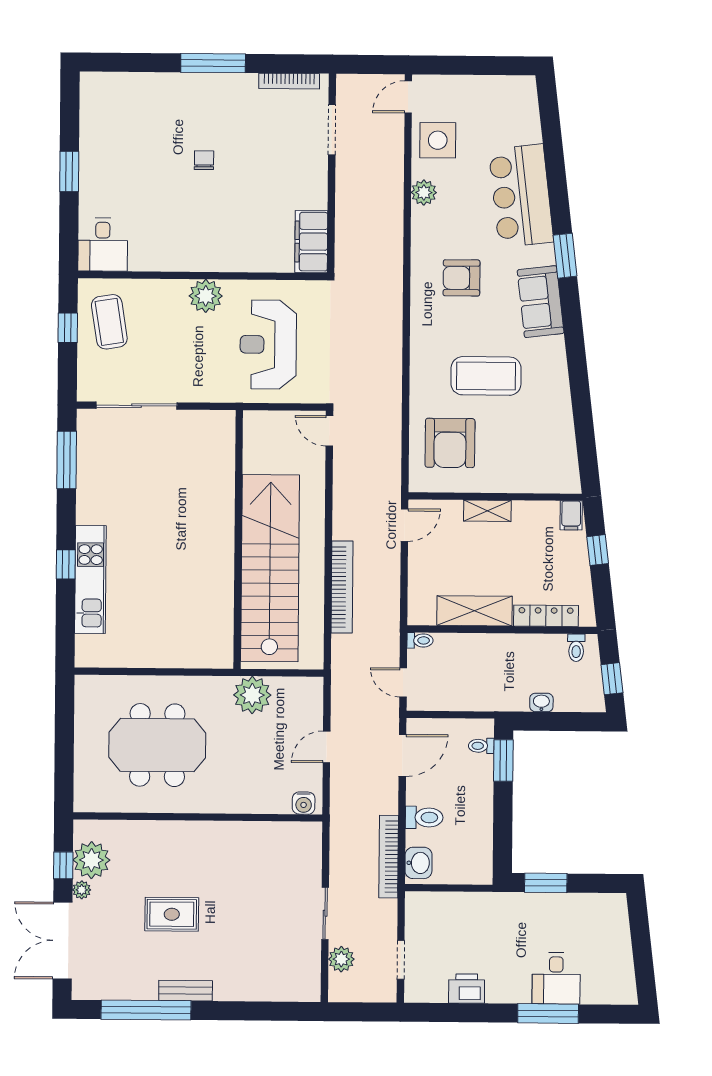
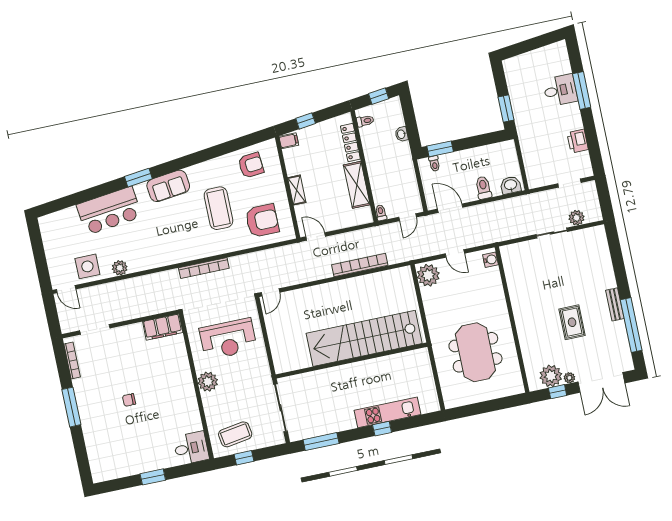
armchair: (461, 278) -> (251, 165), moved, turned -95
wall: (238, 539) -> (352, 361), moved
stairs: (270, 568) -> (364, 338), moved
plant: (252, 695) -> (428, 275), moved
bookcase: (389, 857) -> (204, 268), moved

